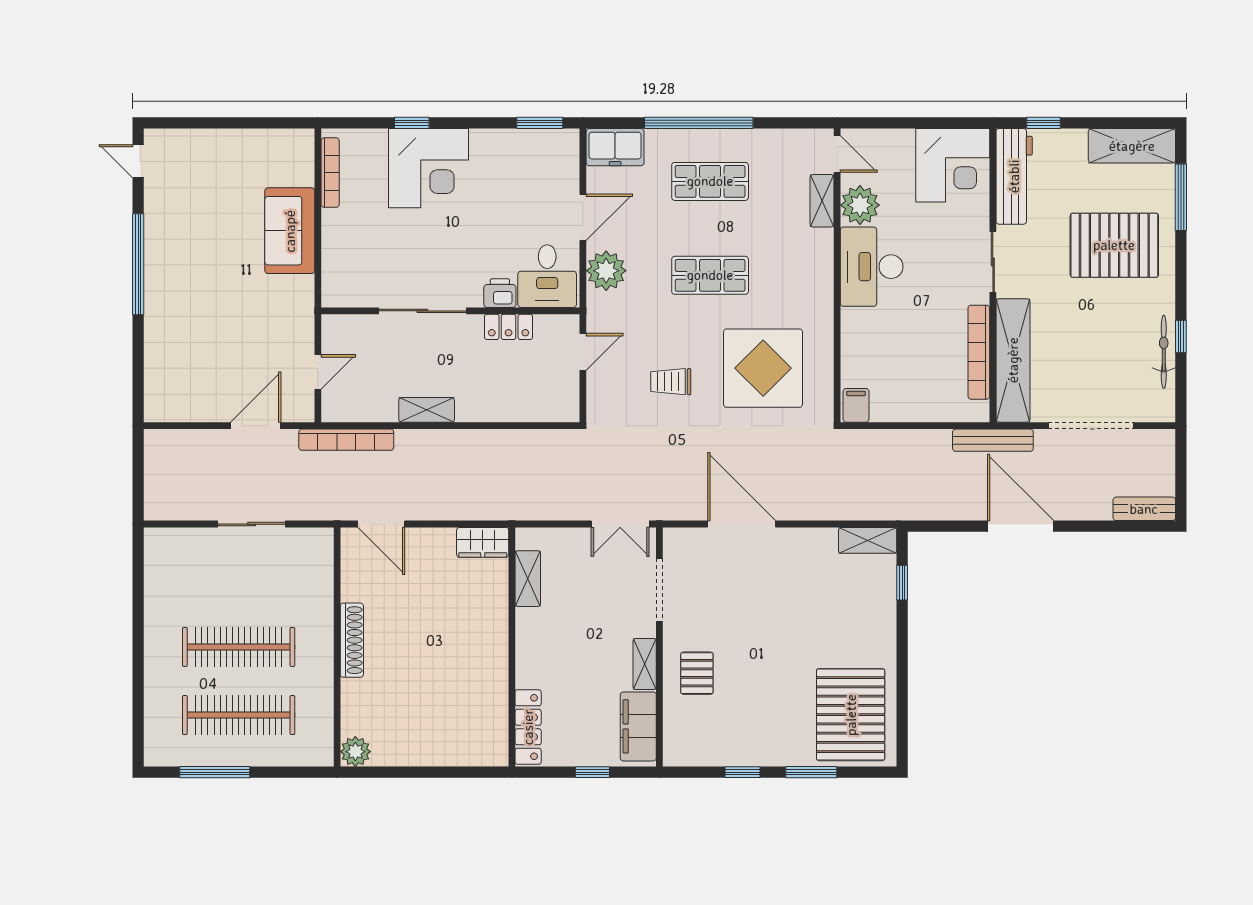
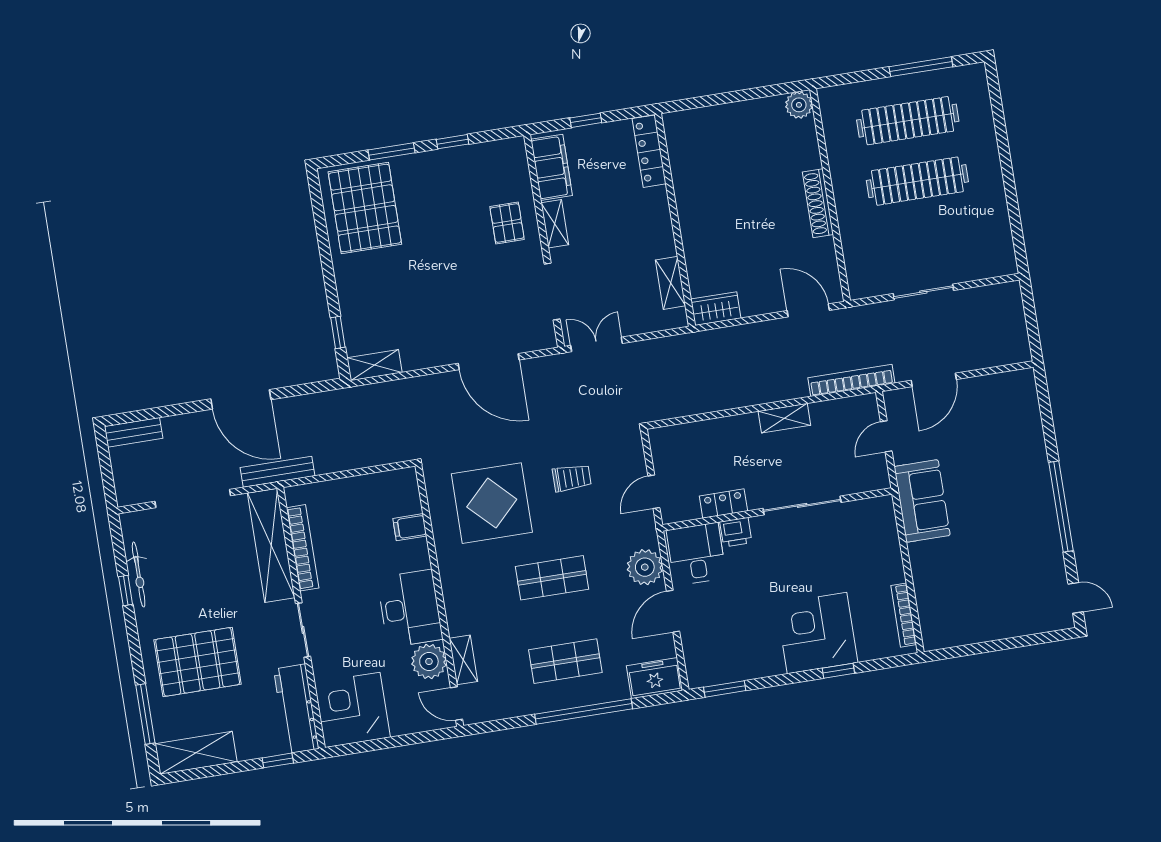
sofa: (290, 231) -> (922, 501), moved
filing cabinet: (856, 405) -> (410, 527), moved, turned 90

